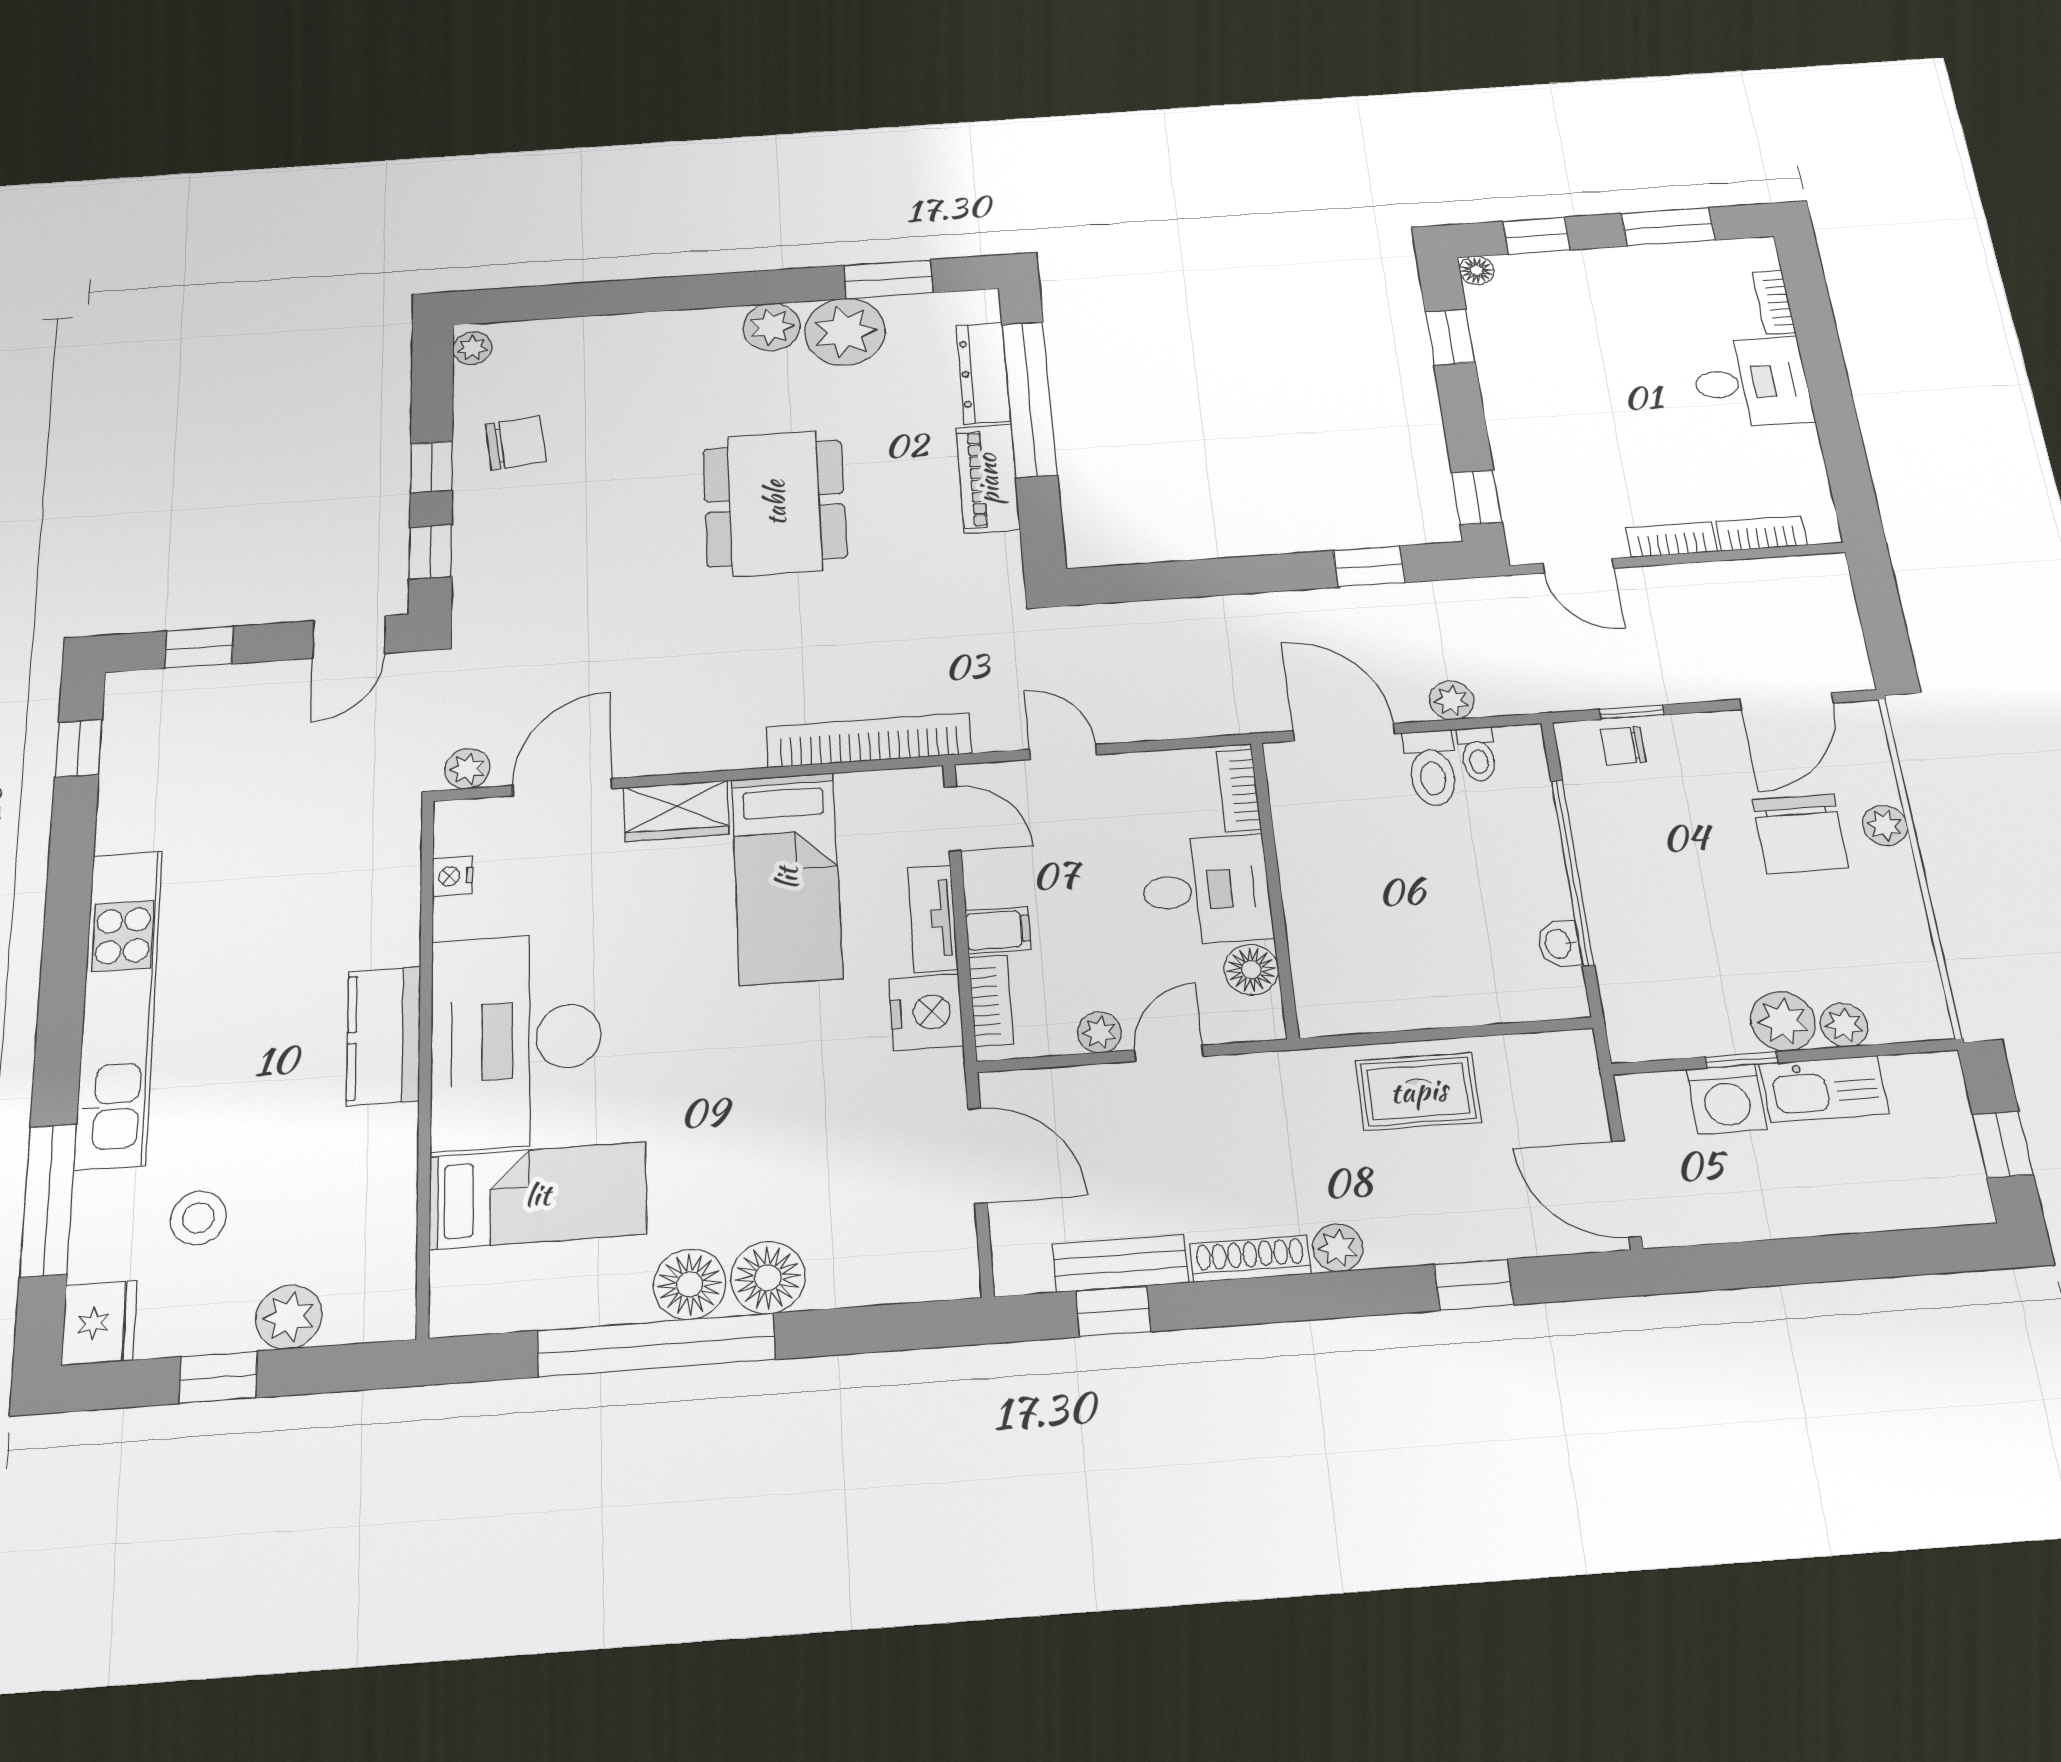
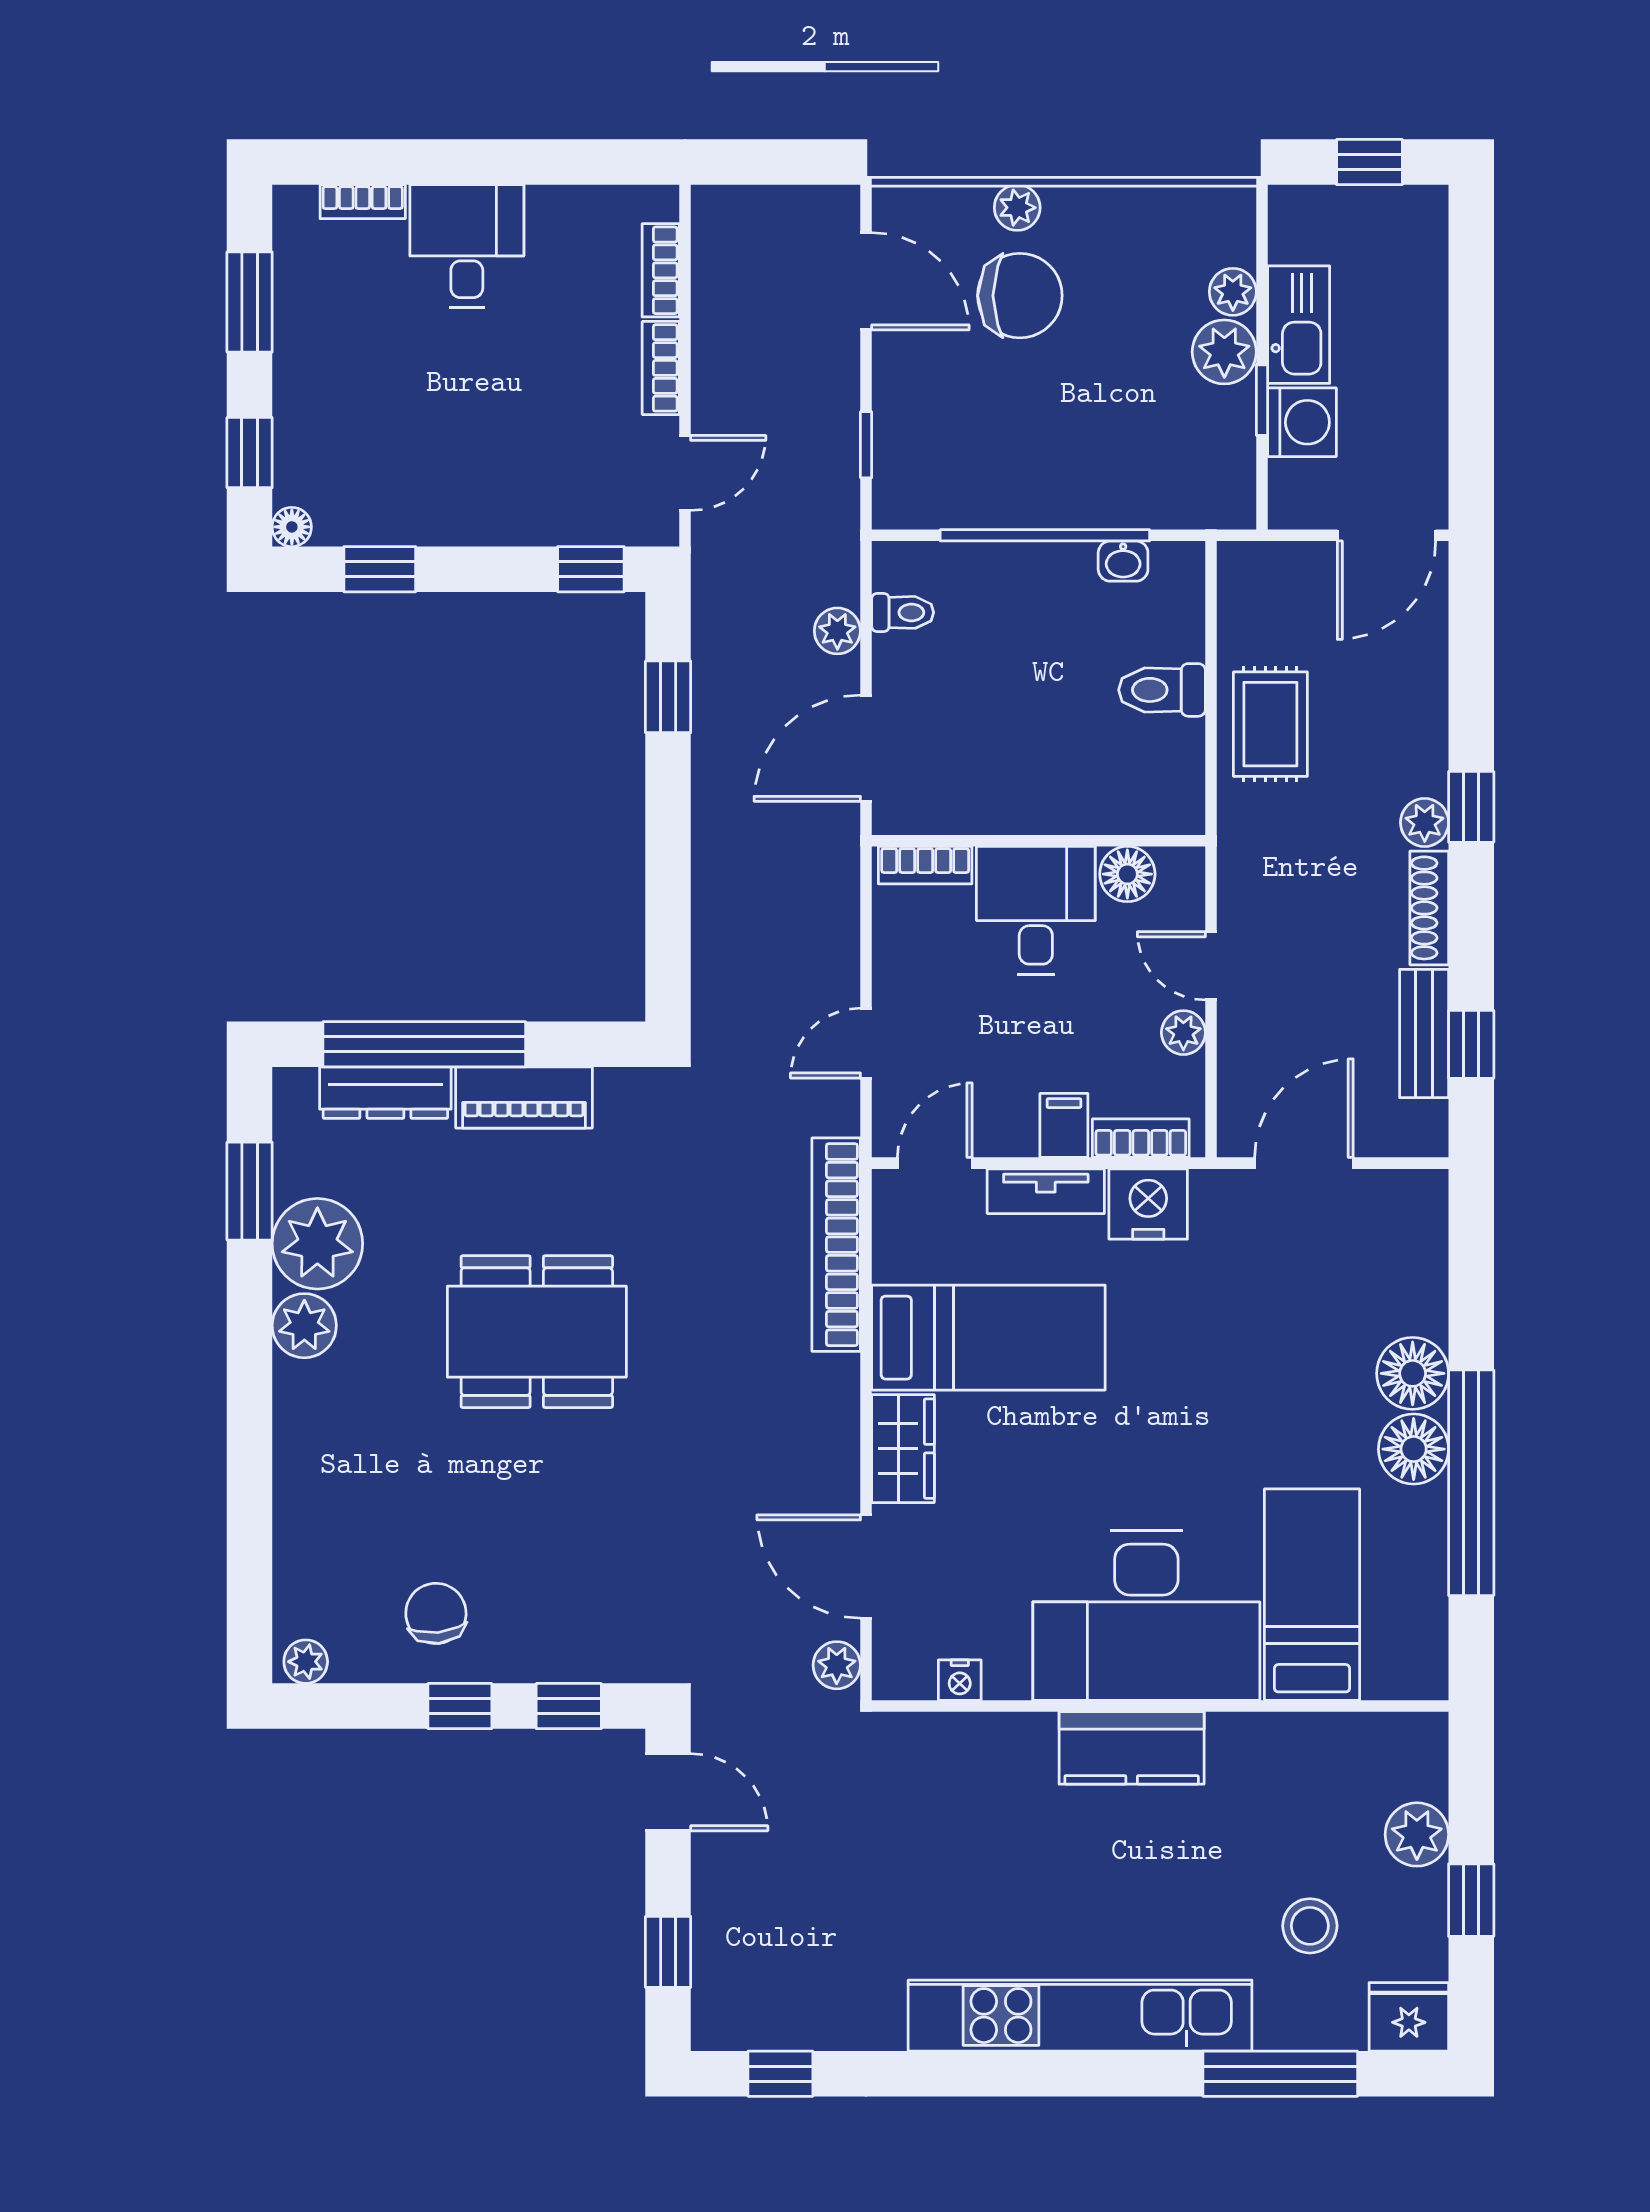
chair: (1623, 746) -> (905, 460), removed
toilet: (1432, 768) -> (1162, 690), moved, turned 180
window: (1474, 1285) -> (1471, 807), moved

